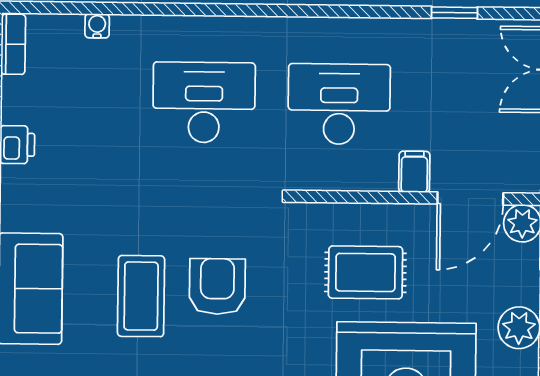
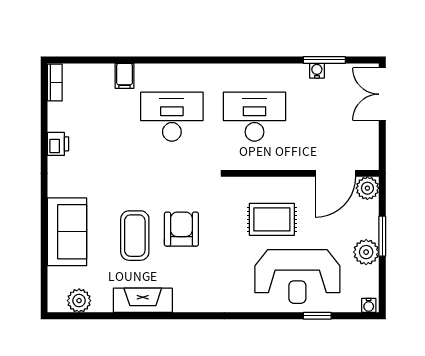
window: (454, 13) -> (324, 60), width x1.50
water cooler: (97, 26) -> (317, 71), moved
filing cabinet: (414, 172) -> (125, 76), moved, turned 180

